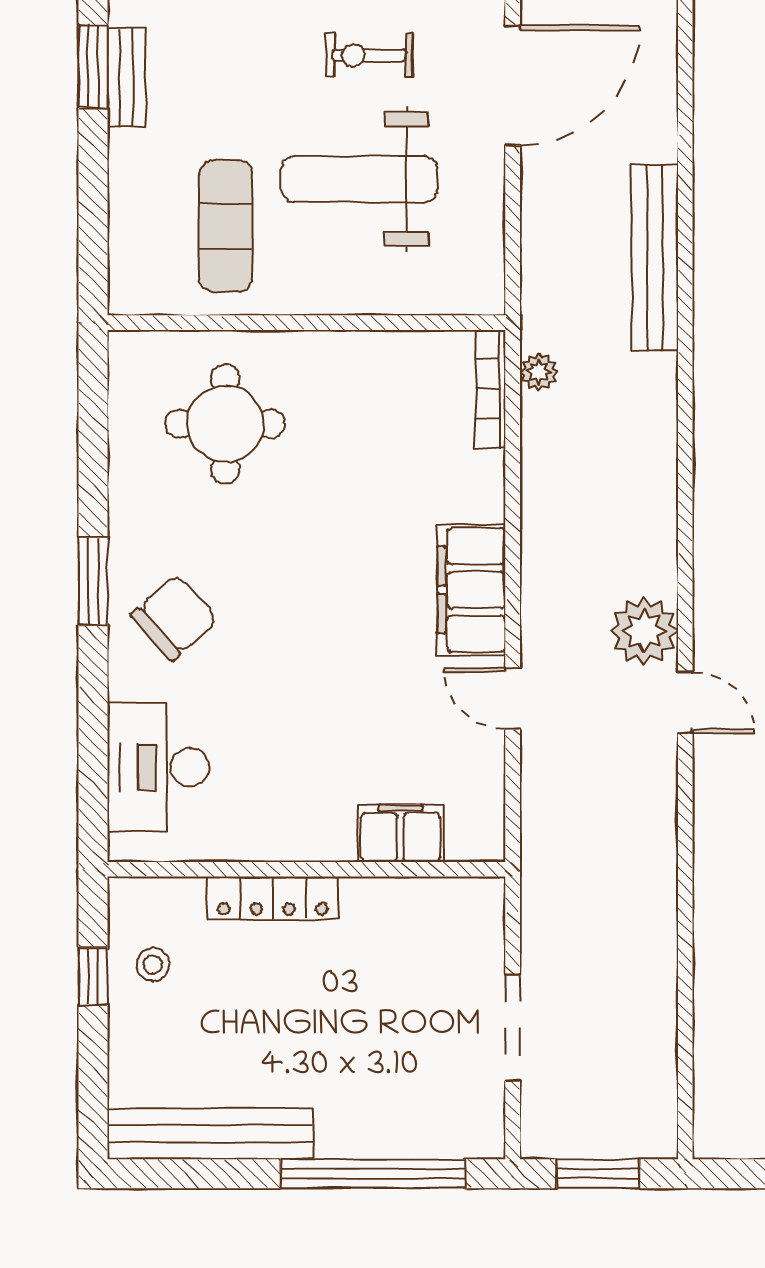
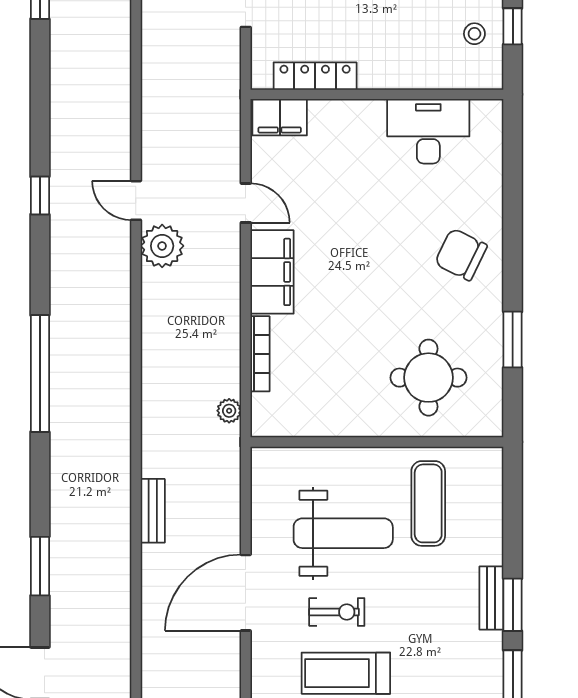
bench: (655, 258) -> (153, 511), width x0.54, depth x0.82
bookcase: (490, 389) -> (260, 354), moved
window: (93, 581) -> (513, 340), moved
chair: (174, 617) -> (461, 254), turned 68
desk: (158, 767) -> (428, 131), moved, turned -90
filing cabinet: (400, 833) -> (280, 117), moved
locker: (273, 898) -> (315, 76), moved

